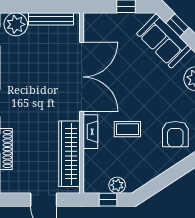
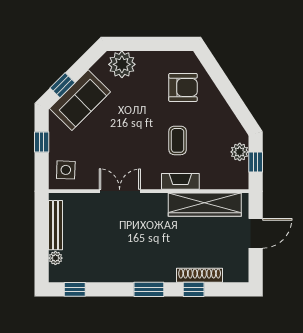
plant: (16, 24) -> (55, 258), width x0.53, depth x0.53
side table: (101, 28) -> (66, 170), added
double door: (82, 77) -> (120, 191), width x0.54

